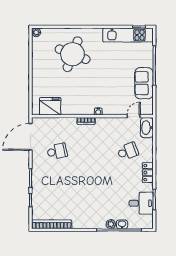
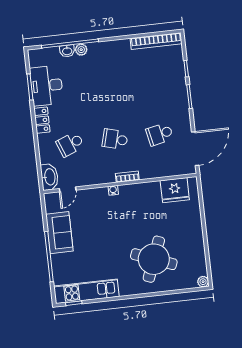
school desk: (92, 151) -> (115, 139), added
desk: (141, 203) -> (46, 86), width x1.37

